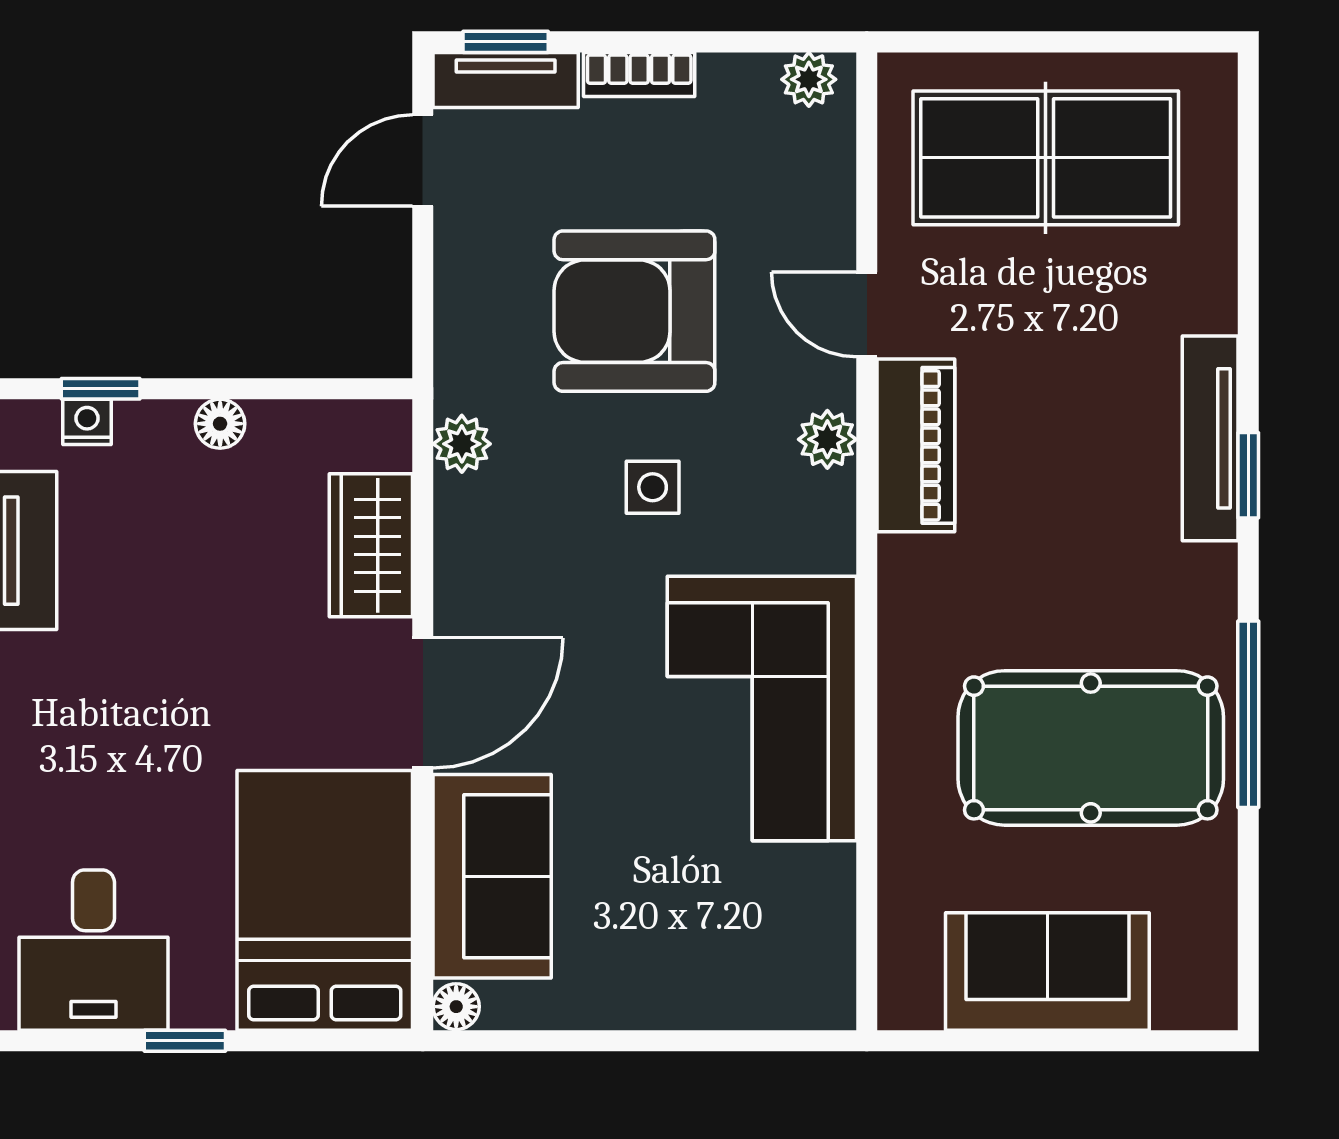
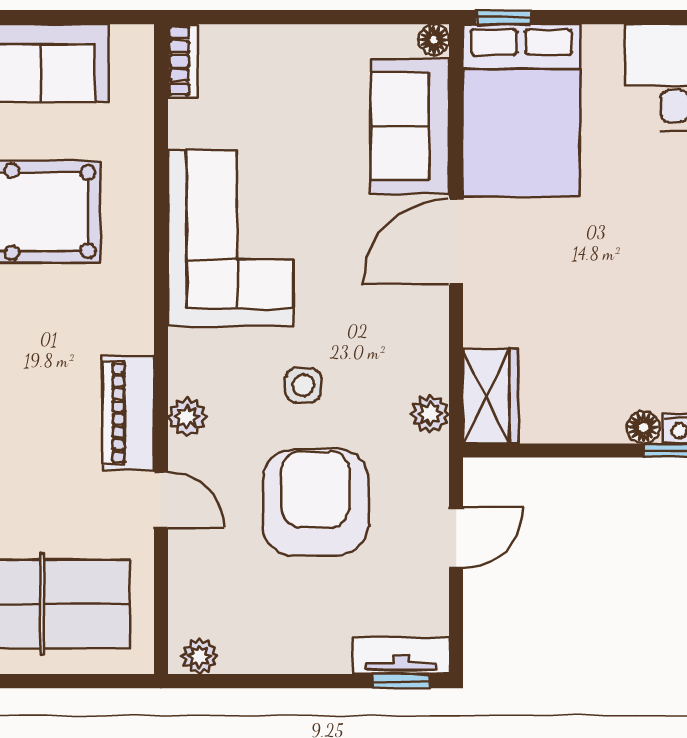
bookcase: (639, 74) -> (183, 61), moved, turned 90
door: (423, 161) -> (456, 538), moved
armchair: (634, 311) -> (315, 502), turned -90
floor lamp: (220, 424) -> (643, 427), moved
wardrobe: (371, 545) -> (491, 396), moved
window: (185, 1041) -> (503, 17), moved

